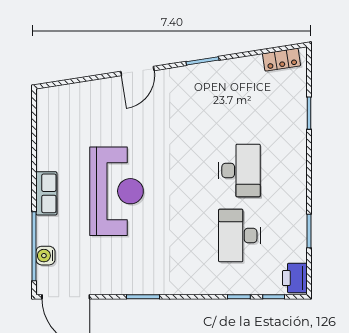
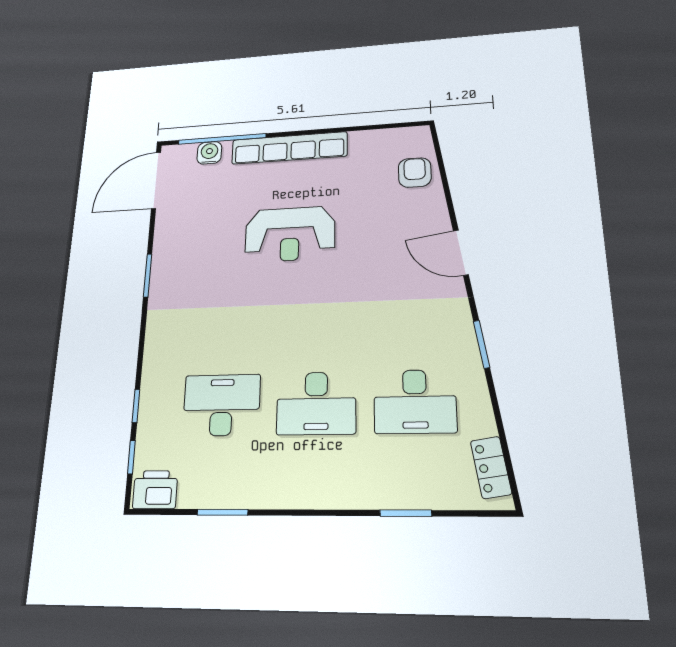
armchair: (74, 101) -> (415, 173), added
desk: (239, 105) -> (415, 401), added
reception desk: (117, 191) -> (290, 234), width x0.74, depth x0.77
row of seats: (46, 193) -> (289, 148), width x2.02

